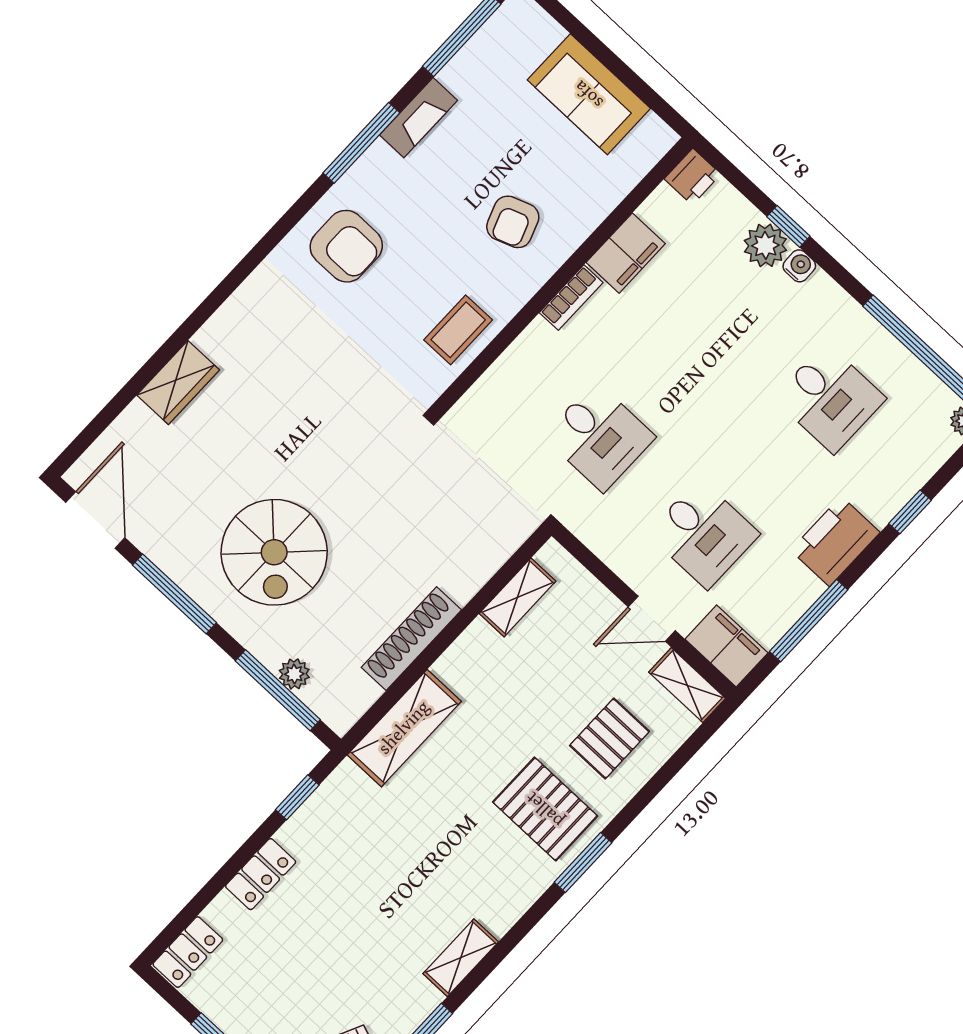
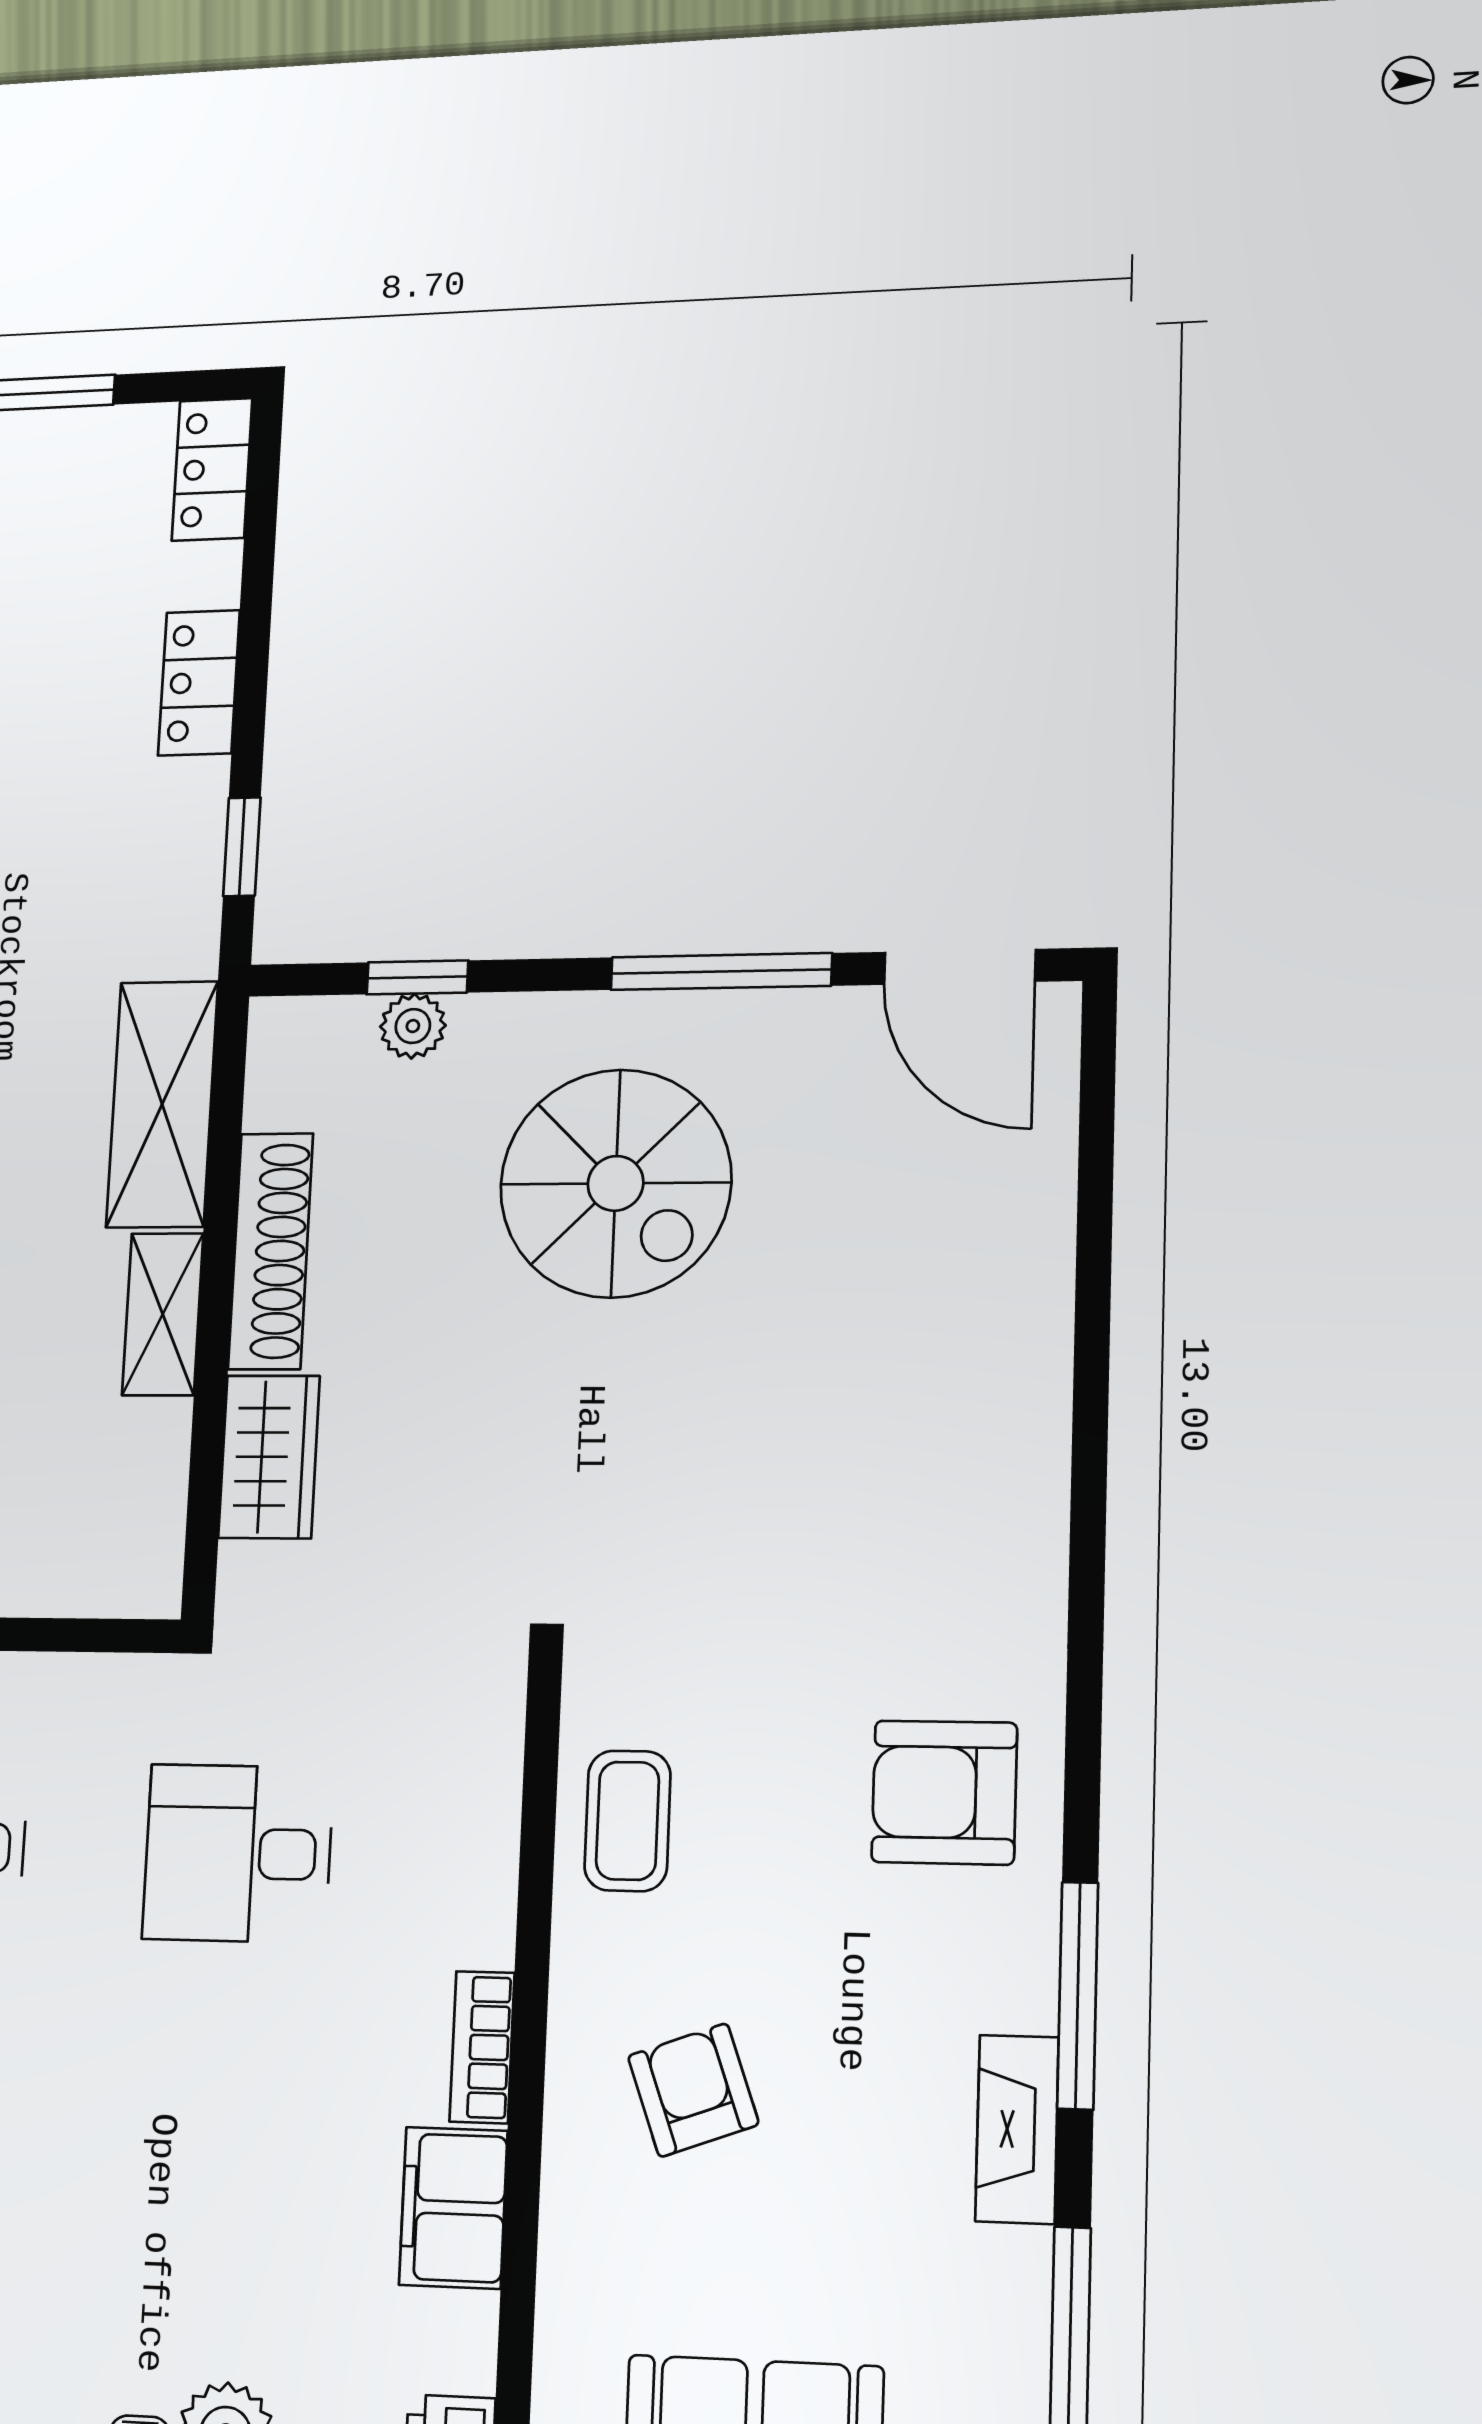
wardrobe: (178, 383) -> (269, 1457), moved, turned 180
spiral stairs: (274, 552) -> (616, 1183), turned 180
shelving: (518, 597) -> (163, 1314), moved
window: (278, 690) -> (417, 977), width x0.46

